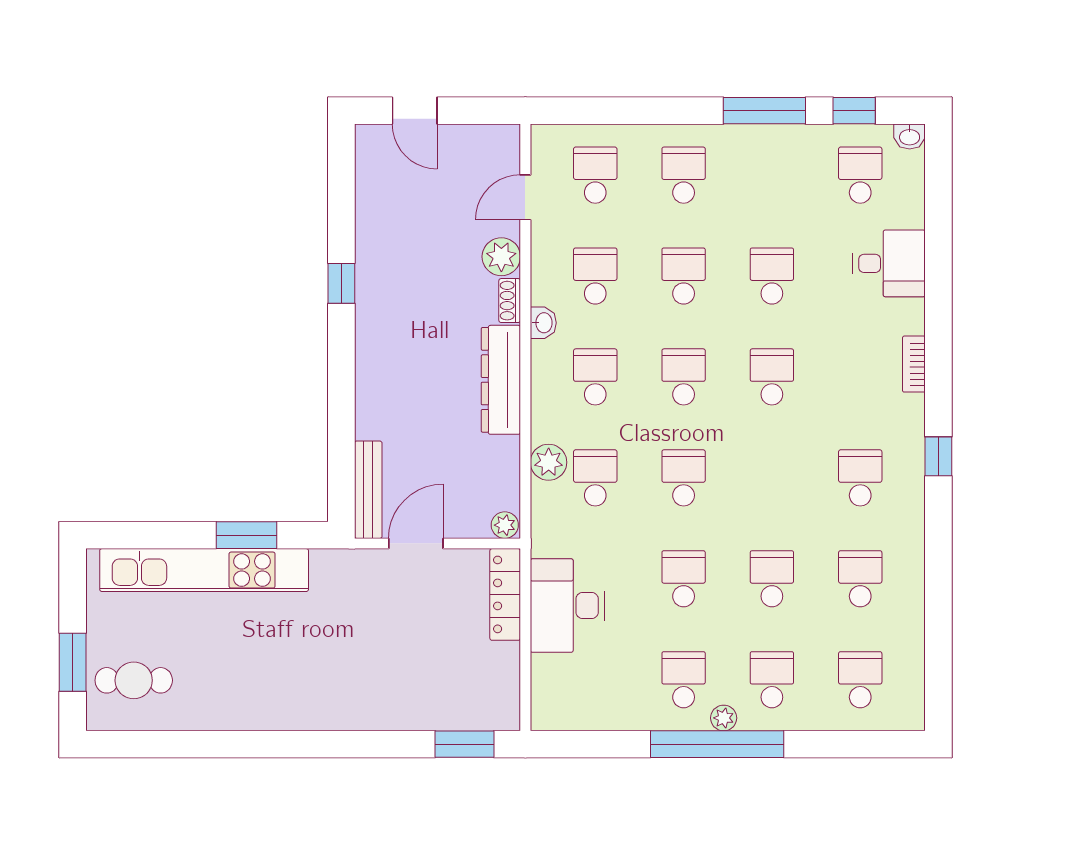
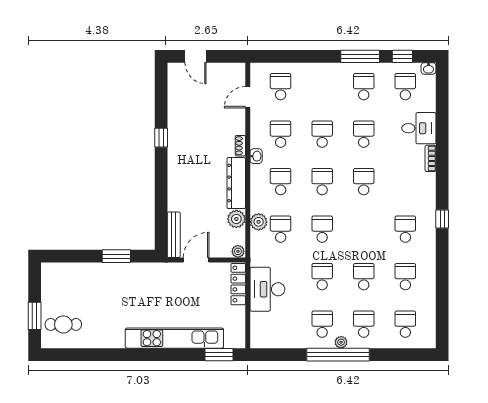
school desk: (684, 175) -> (364, 87), moved
plant: (501, 257) -> (236, 219), moved
bookcase: (914, 364) -> (431, 158), moved
kitchen unit: (204, 570) -> (174, 338), moved, turned 180

